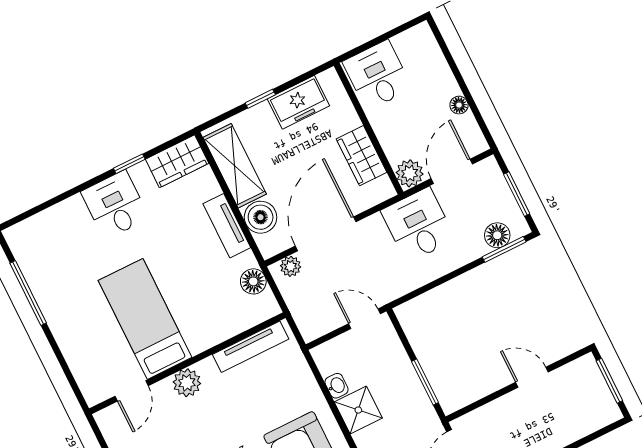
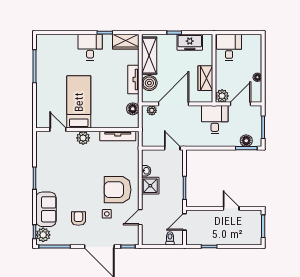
door: (132, 391) -> (58, 130), swing flipped

